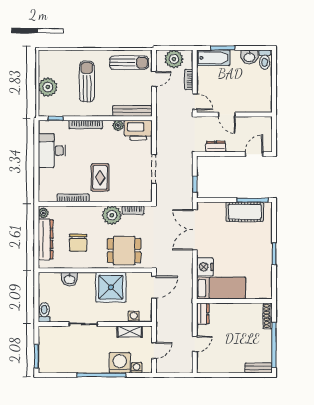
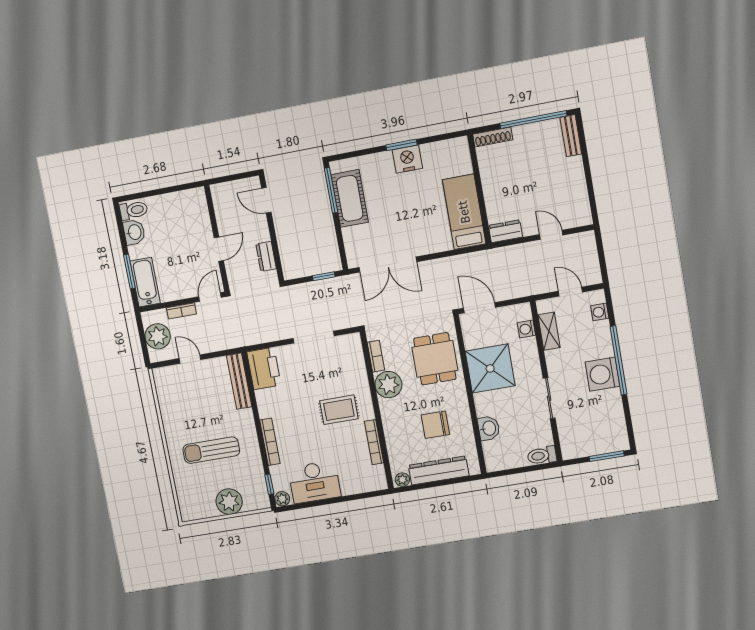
sun lounger: (129, 63) -> (175, 397), removed
plant: (118, 125) -> (282, 499), moved
chair: (78, 243) -> (435, 425), turned 180
nightstand: (205, 267) -> (407, 159), moved, turned 180
washing machine: (120, 363) -> (603, 374), moved

